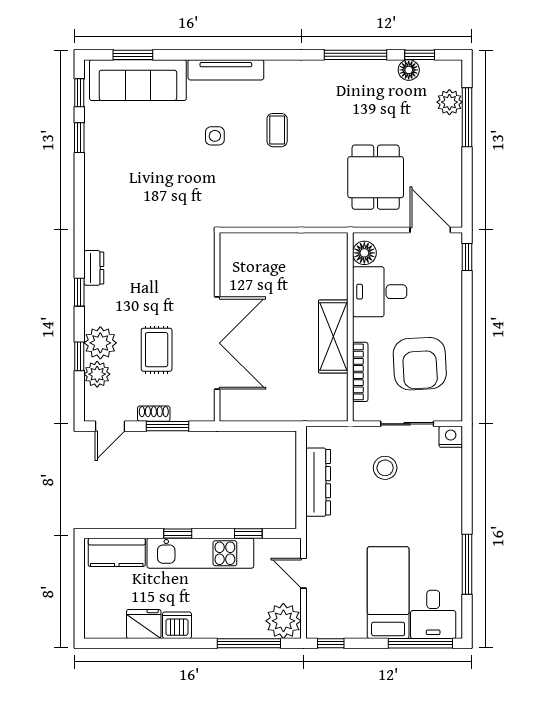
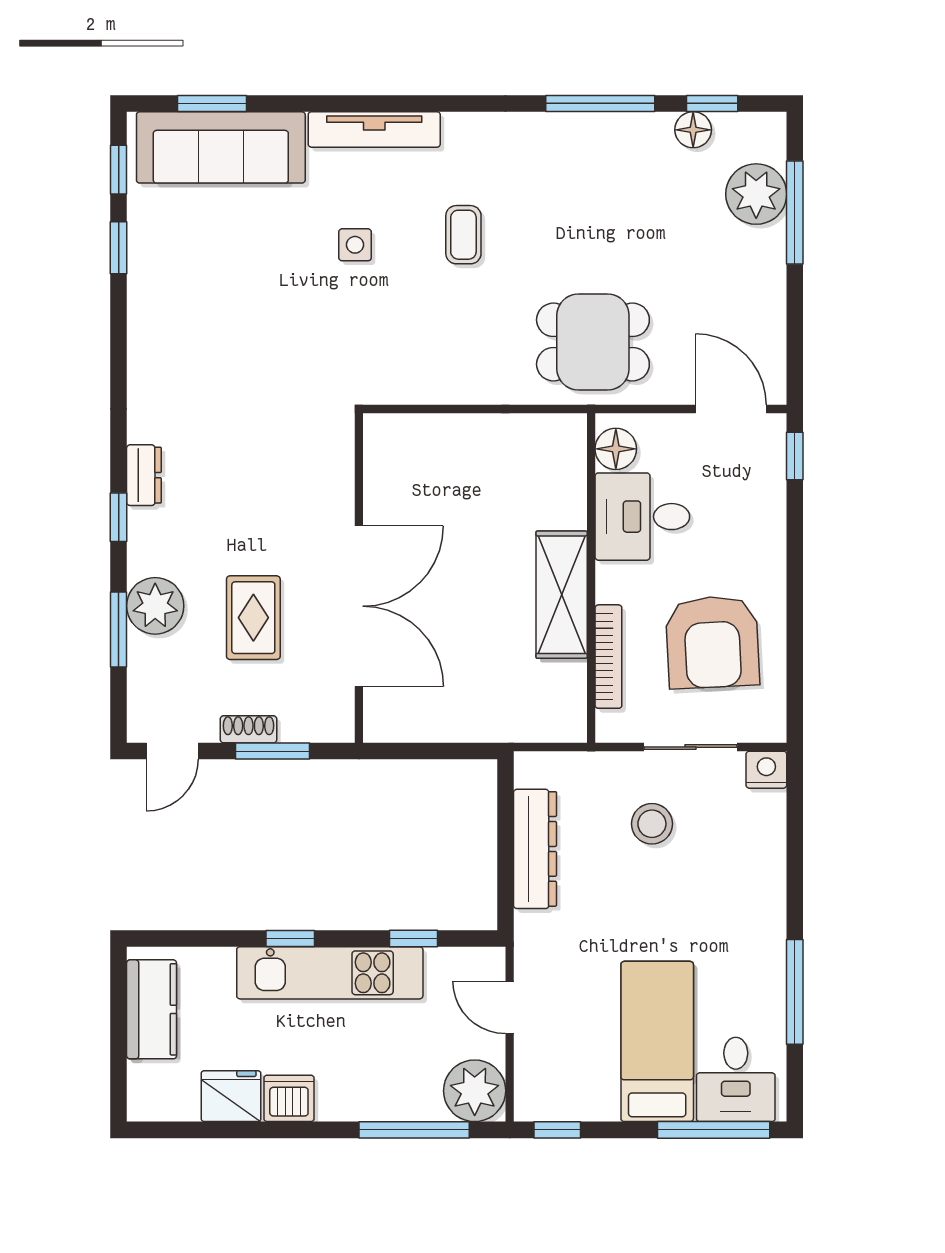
plant: (449, 102) -> (756, 194), width x1.36, depth x1.36
dining table: (376, 177) -> (593, 342), moved, turned 90
window: (79, 356) -> (119, 629), width x1.50
plant: (97, 374) -> (150, 660), removed
kitchen counter: (117, 552) -> (152, 1009), moved, turned -90

